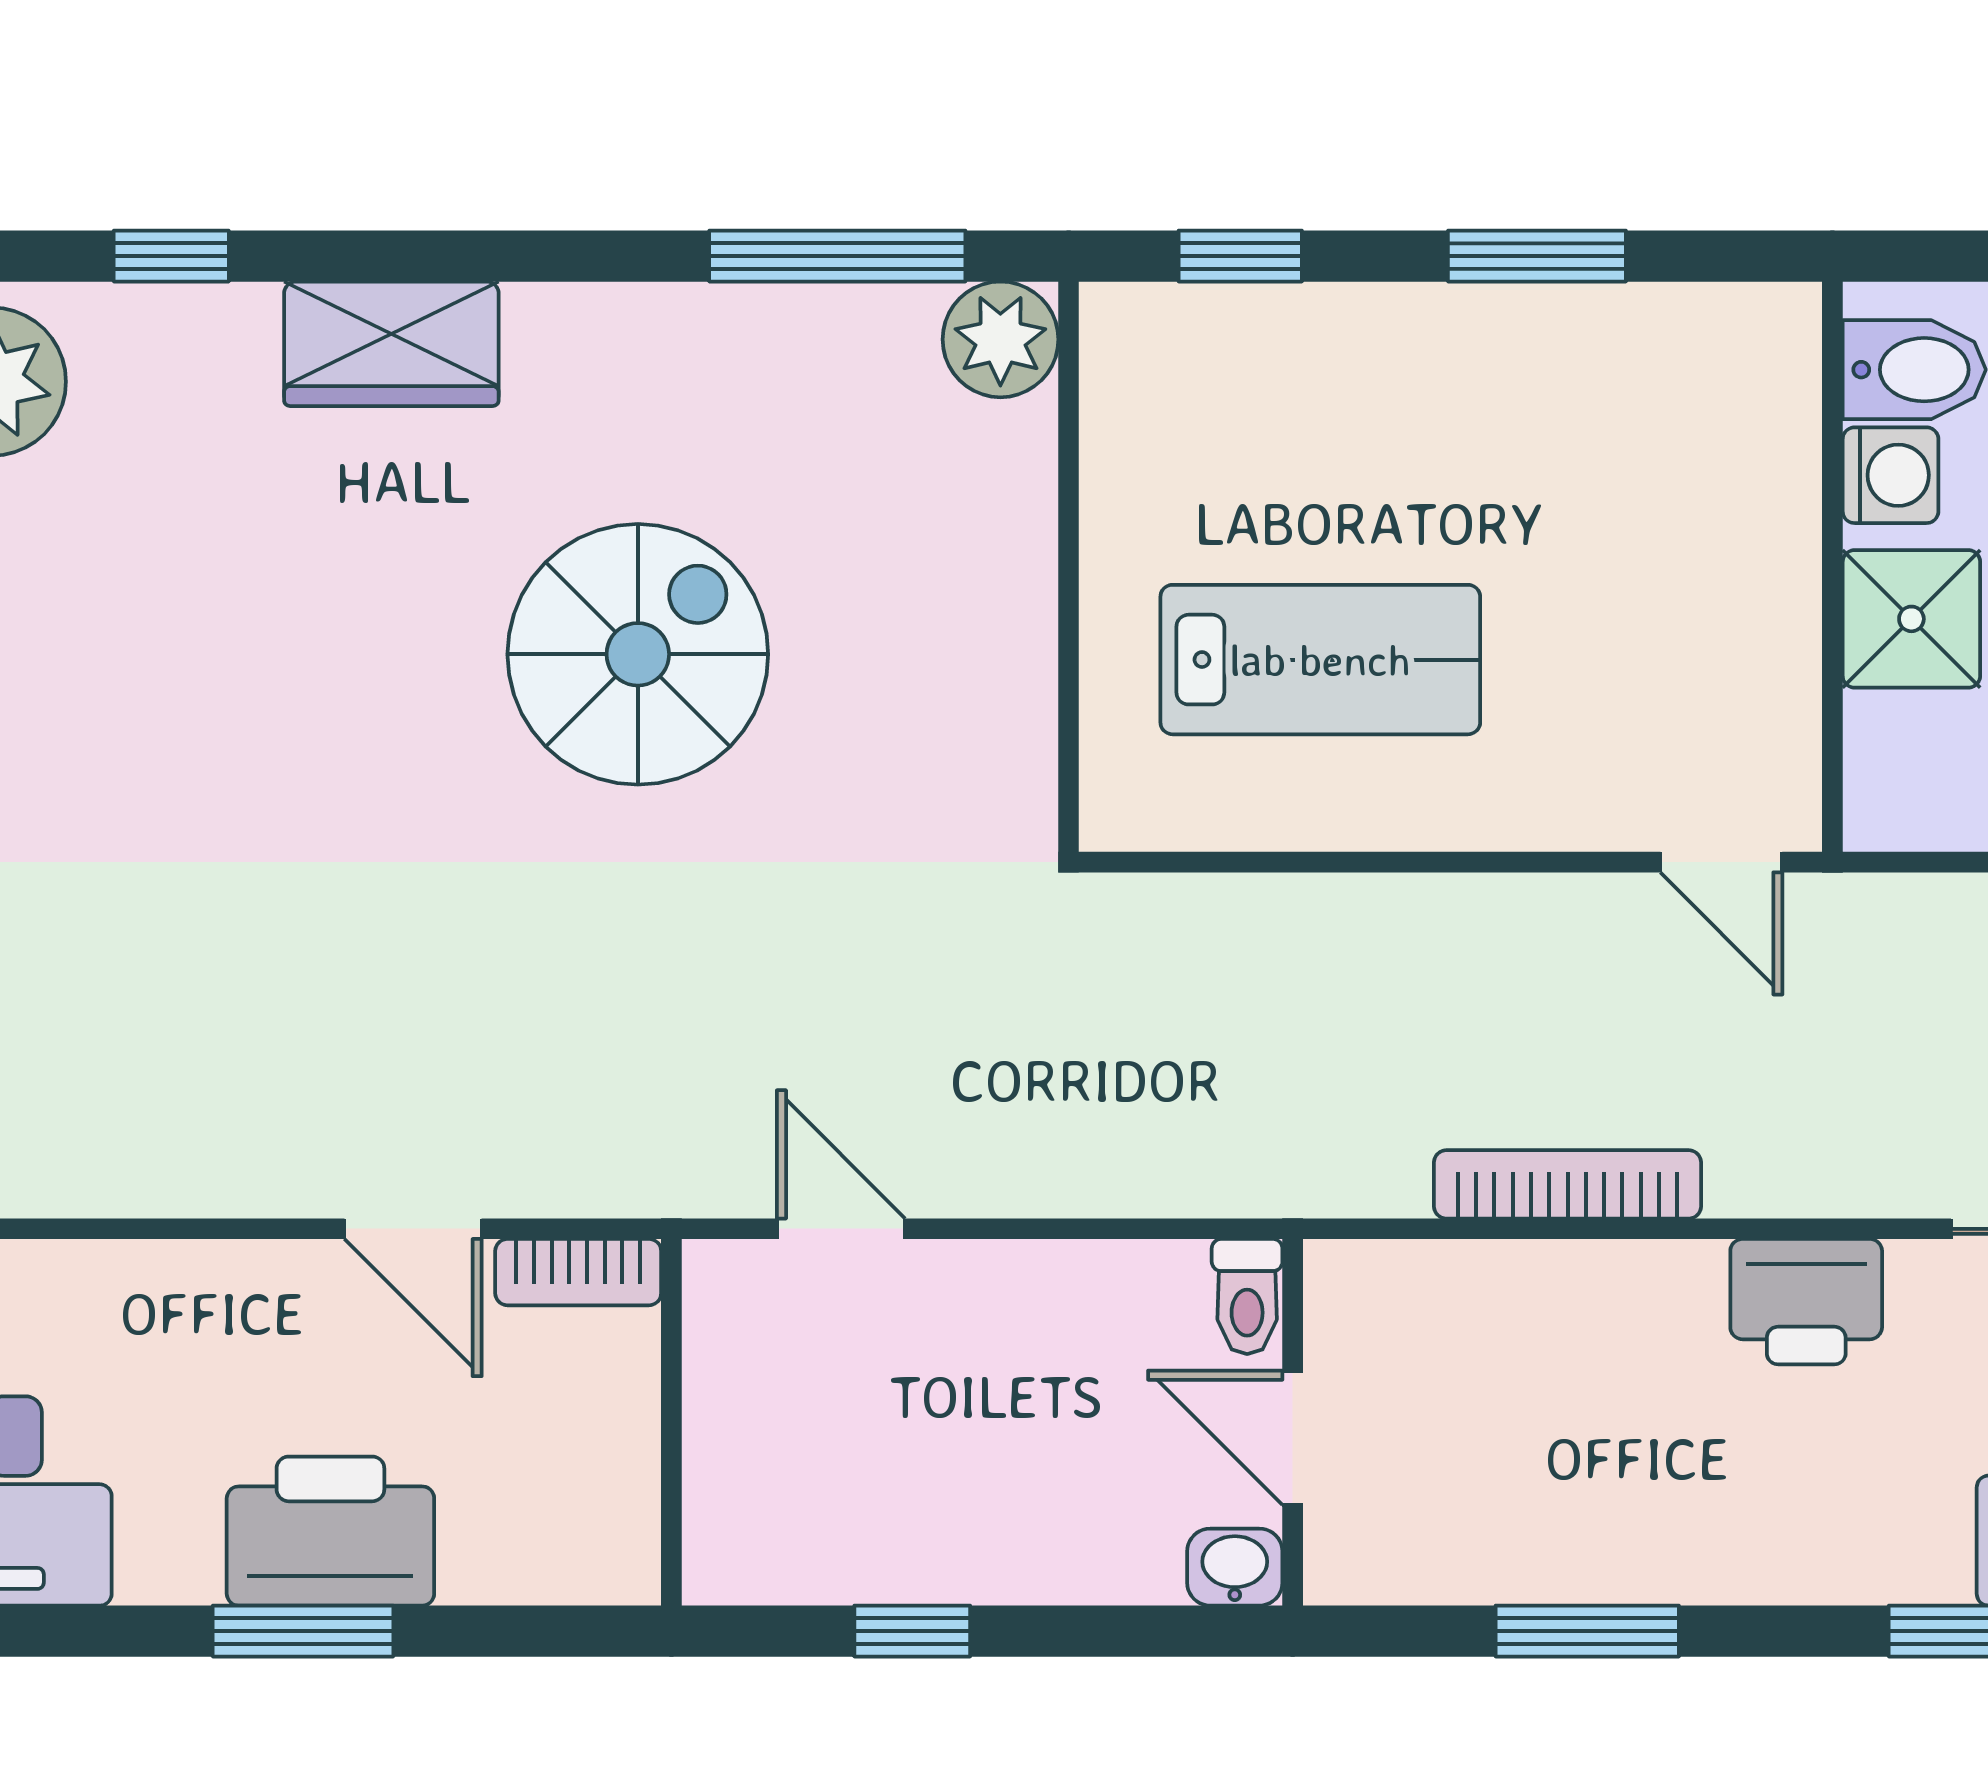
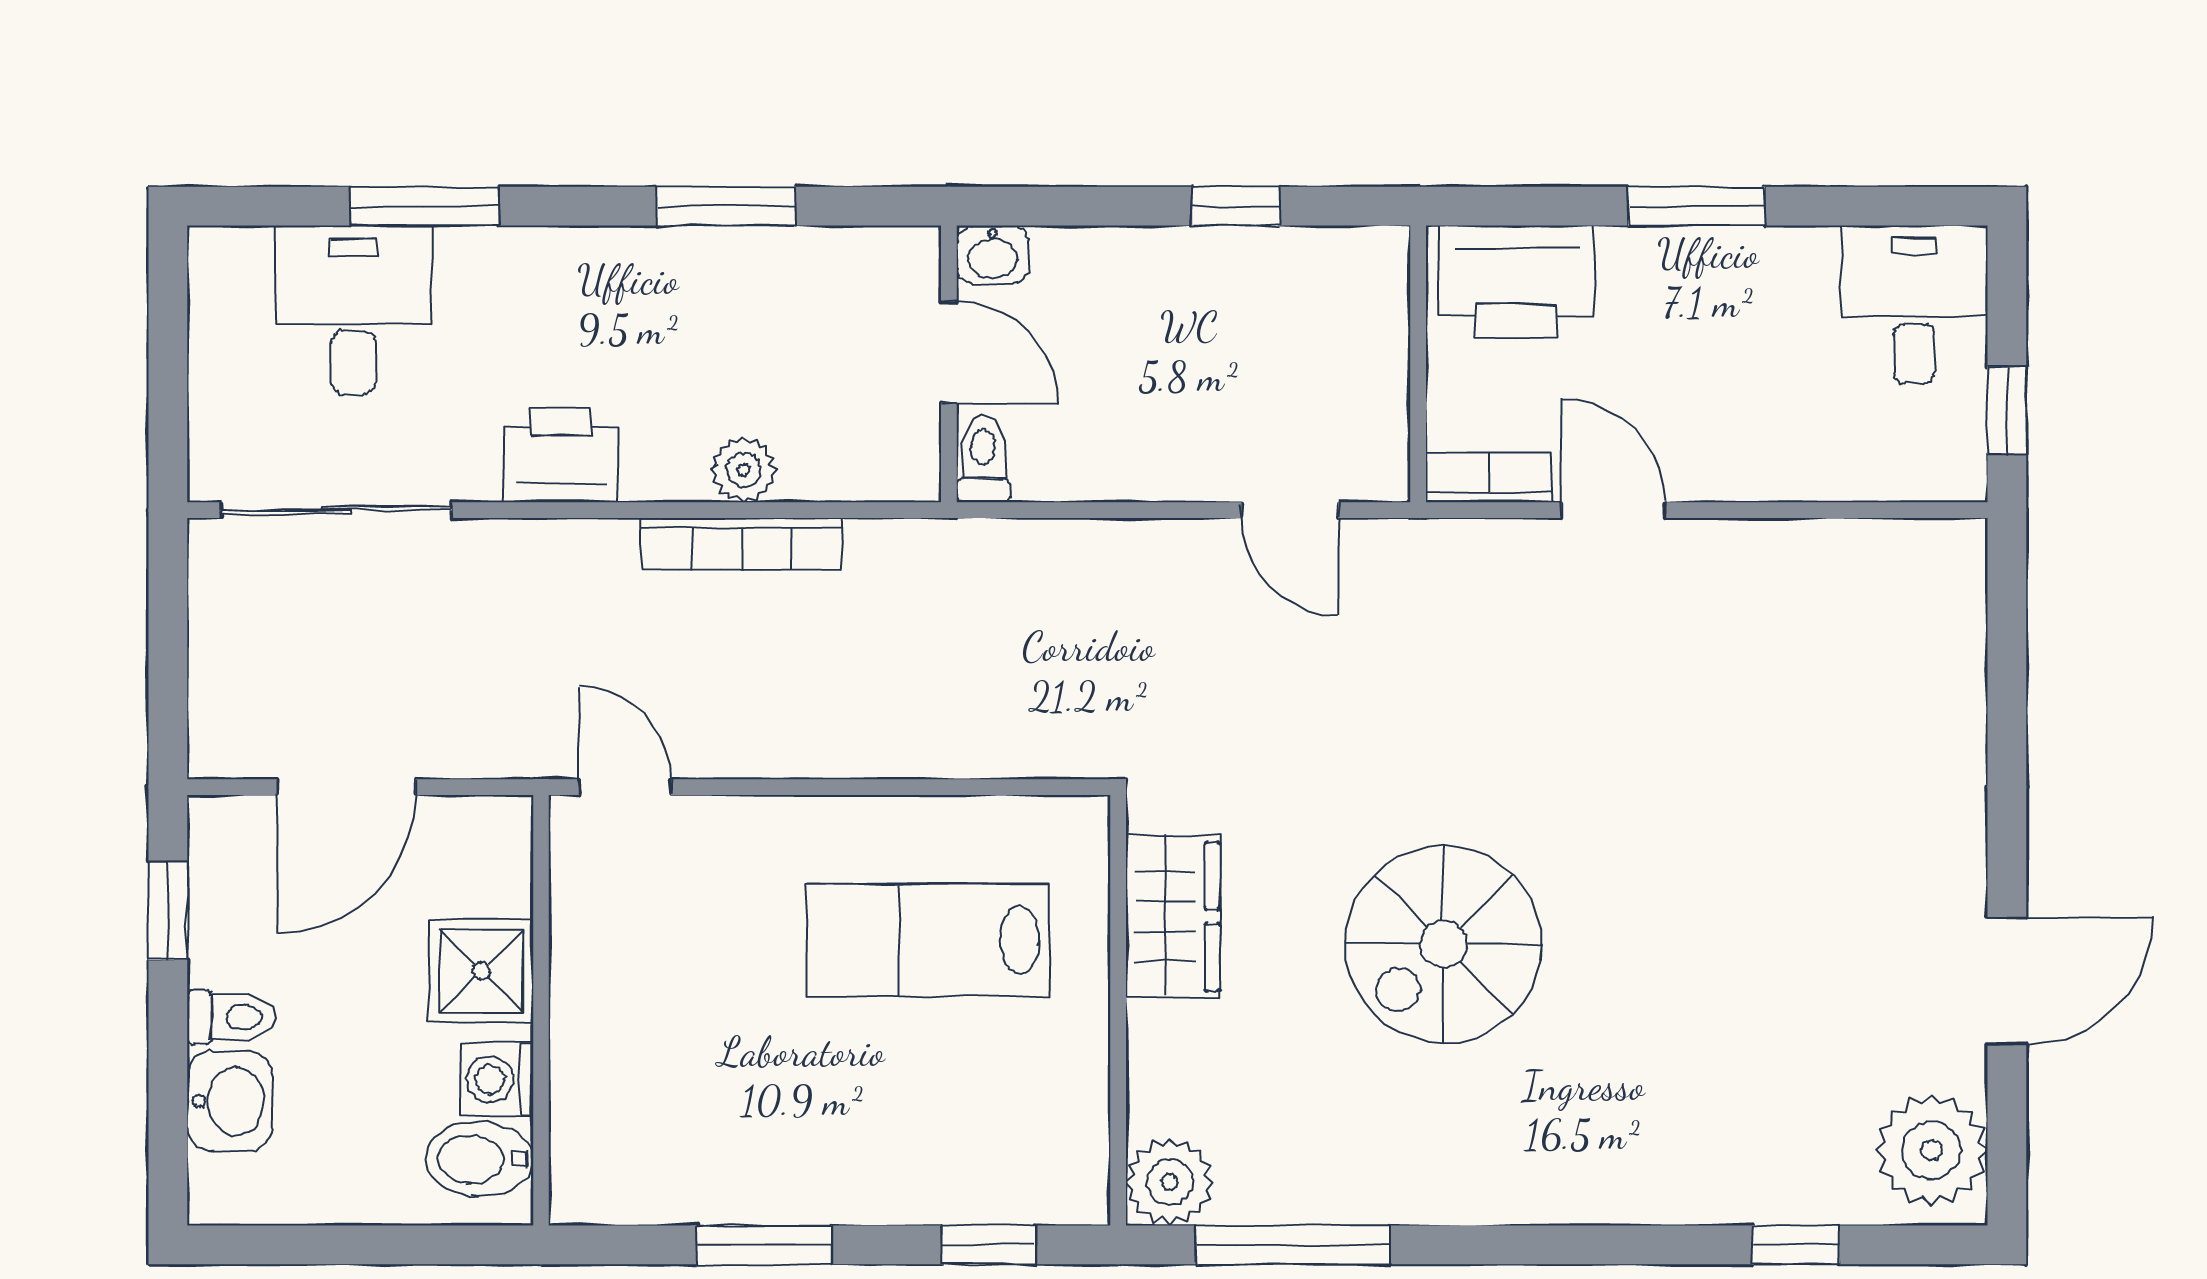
wardrobe: (391, 344) -> (1173, 916), moved, turned 90
plant: (1564, 1282) -> (743, 470), added
printer: (330, 1531) -> (1516, 282), moved

